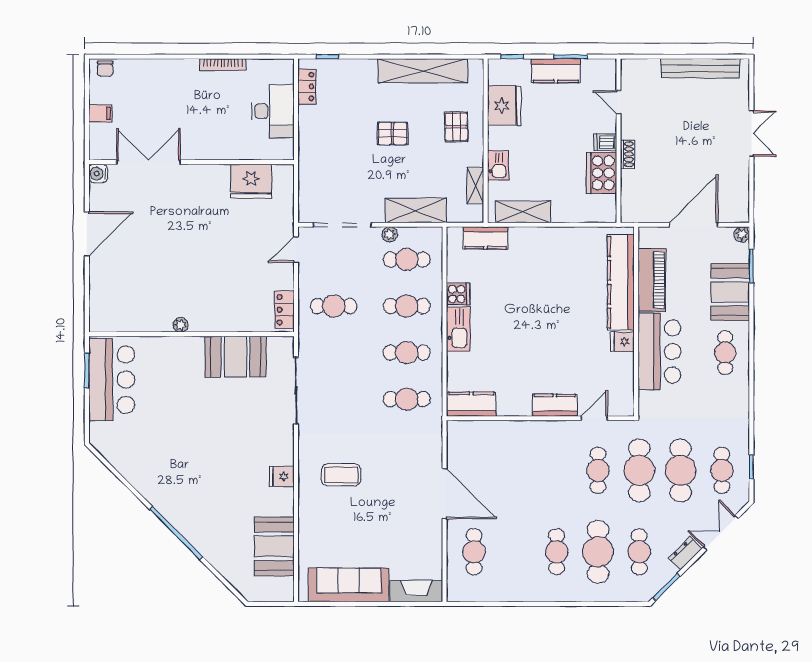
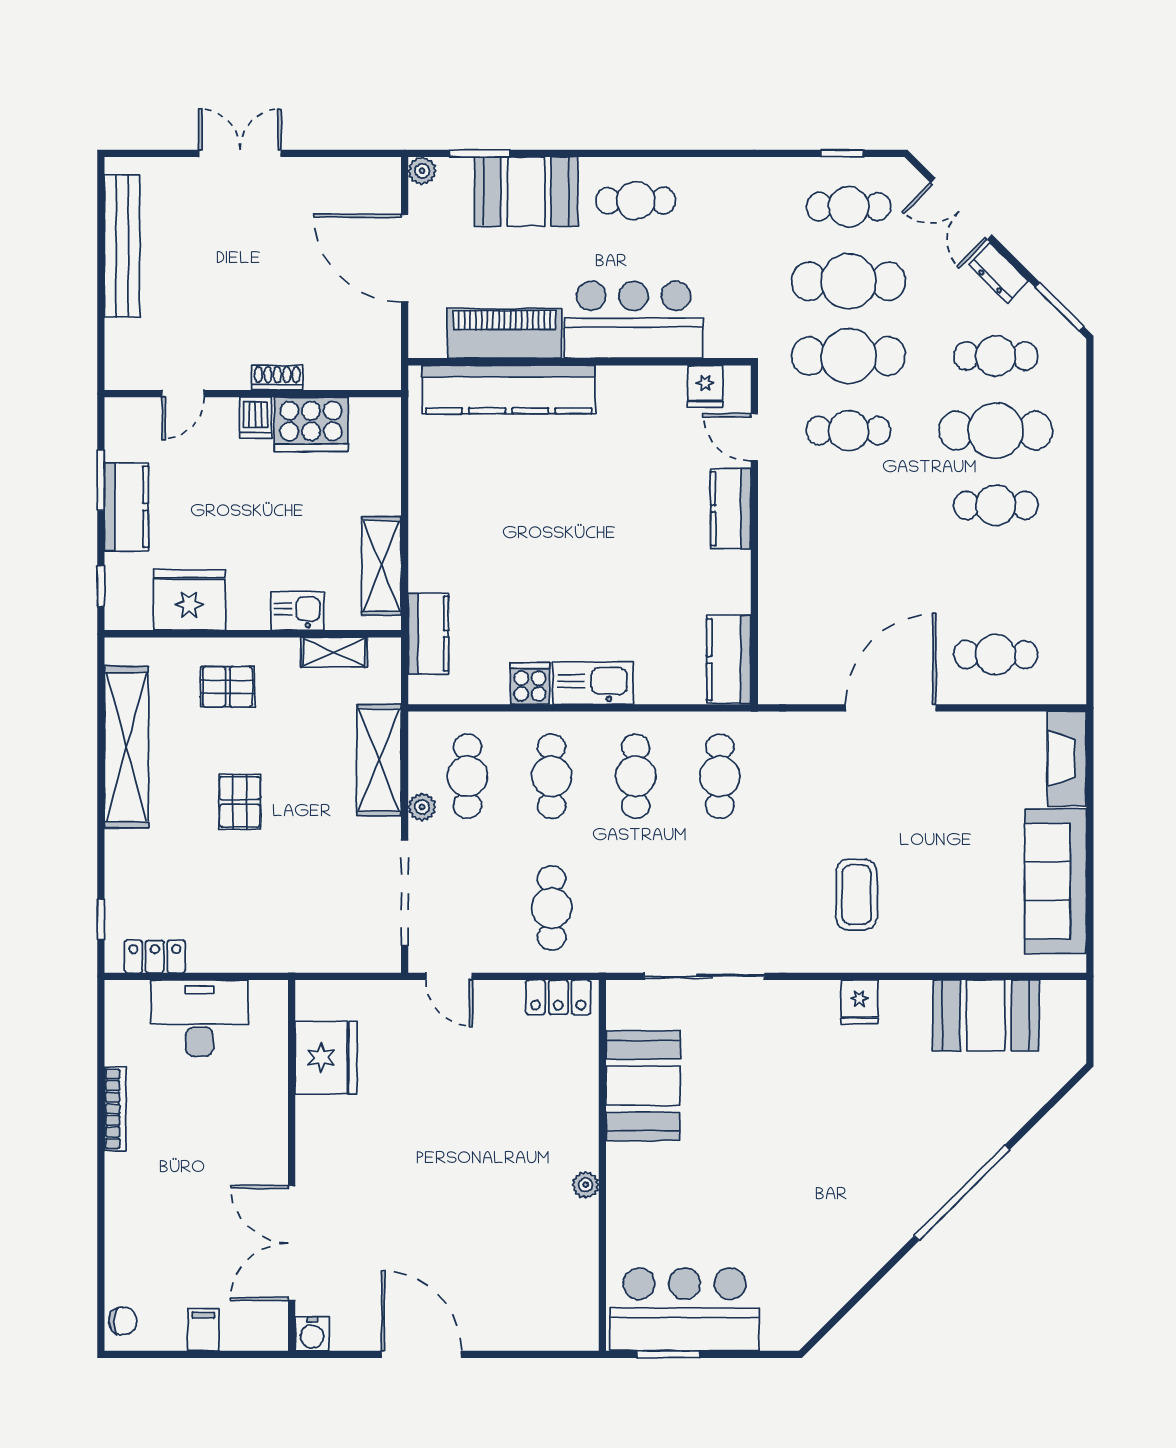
fridge: (622, 341) -> (705, 386), moved

